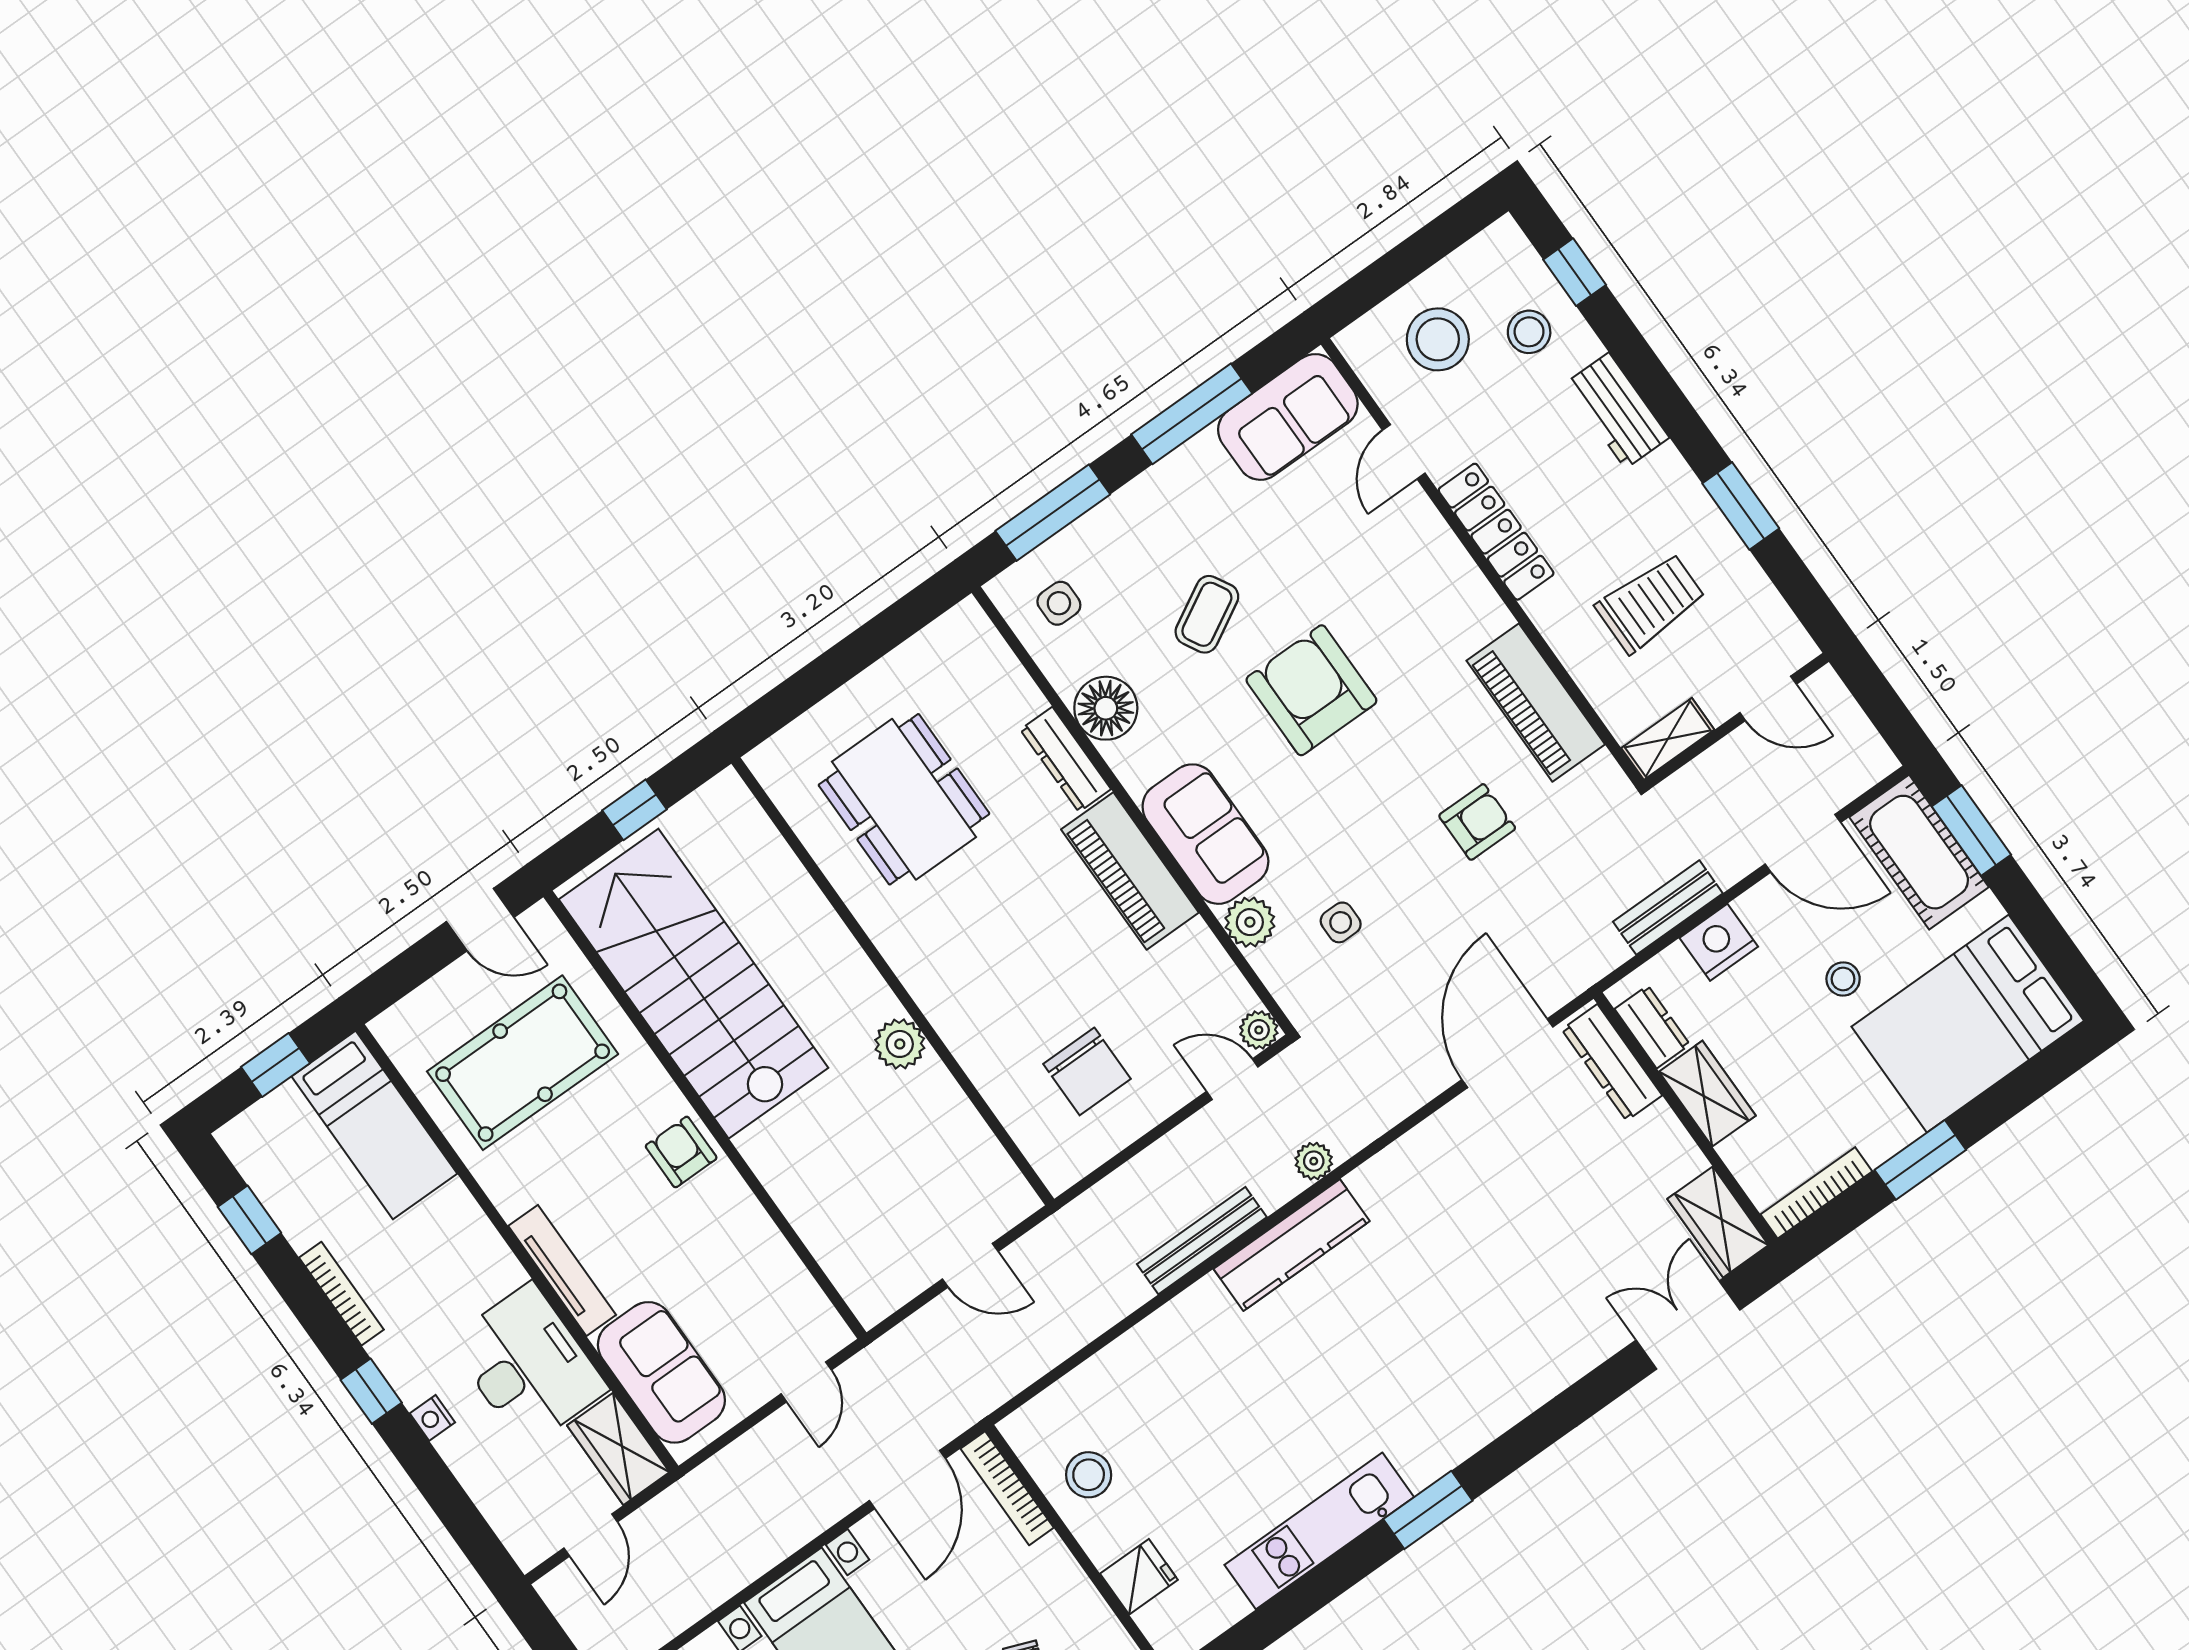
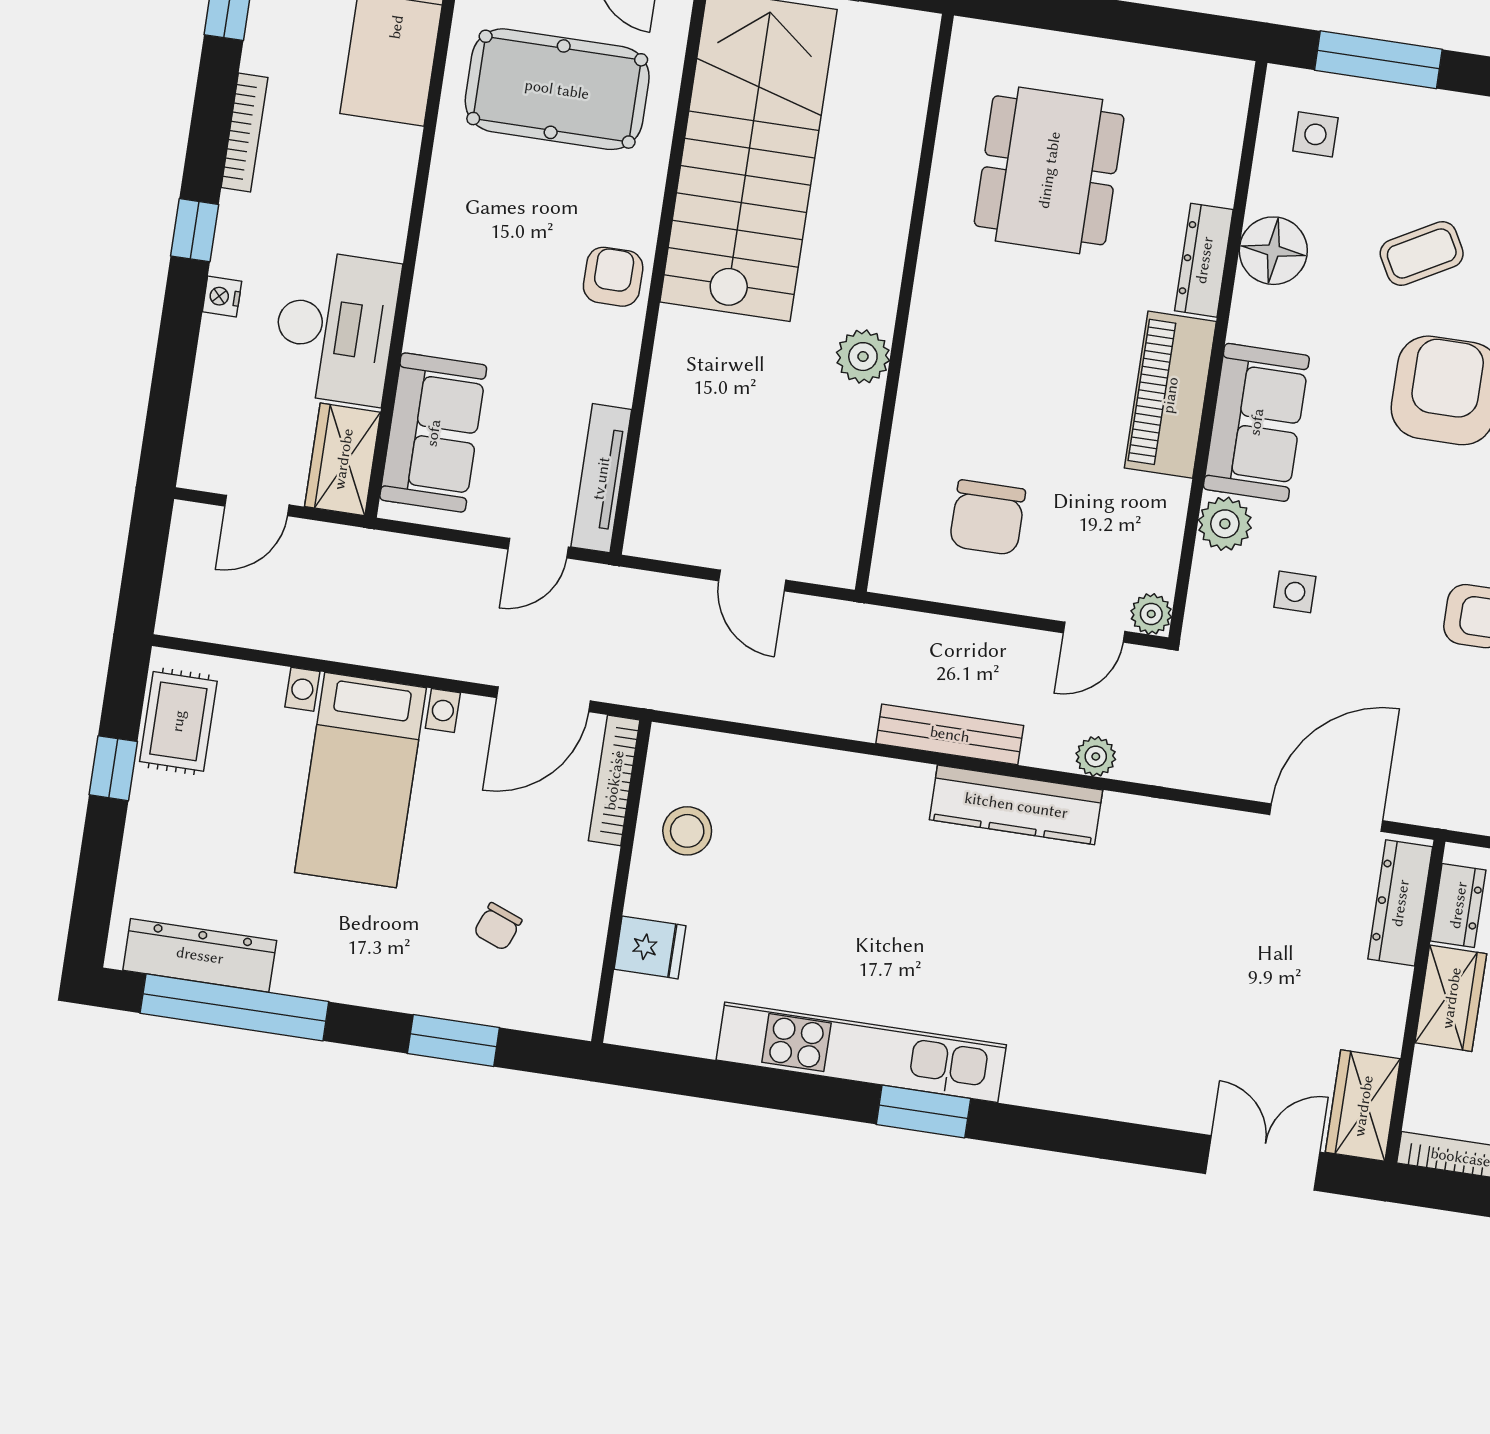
door: (1232, 1079) -> (1094, 632), swing flipped
tv unit: (562, 1270) -> (601, 478), moved, turned 180
kitchen unit: (1319, 1531) -> (861, 1052), width x1.36

